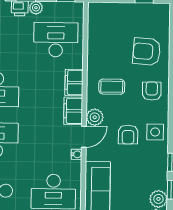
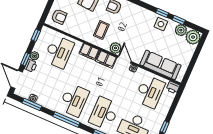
desk: (56, 40) -> (59, 52), turned 180
side table: (155, 132) -> (161, 24), moved
armchair: (128, 135) -> (59, 17), moved

